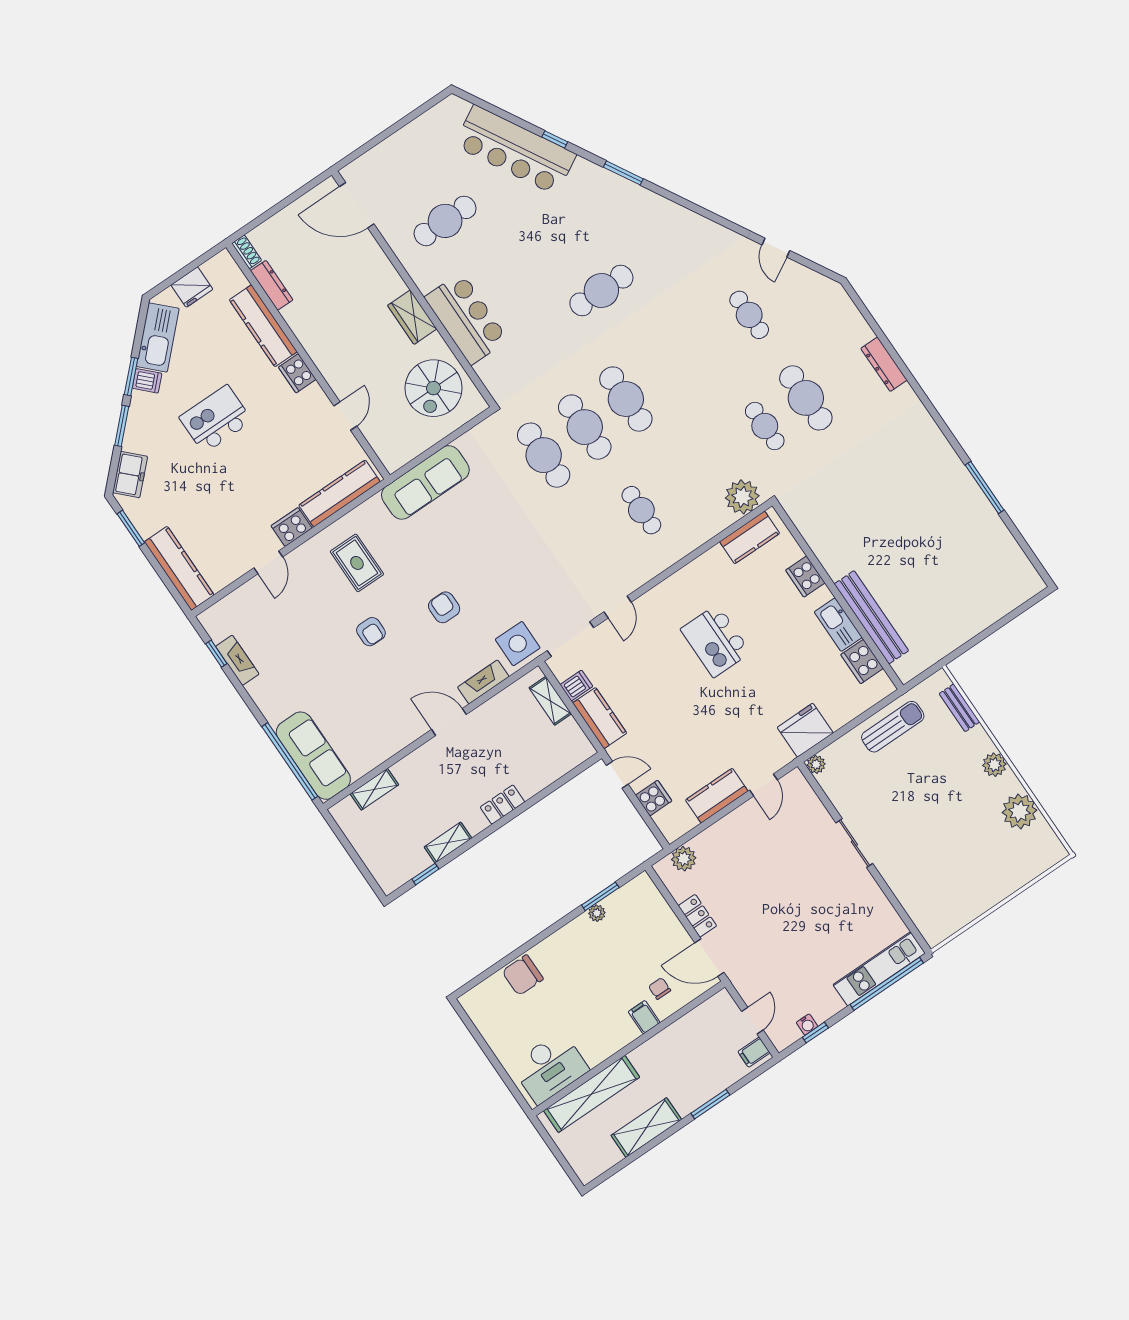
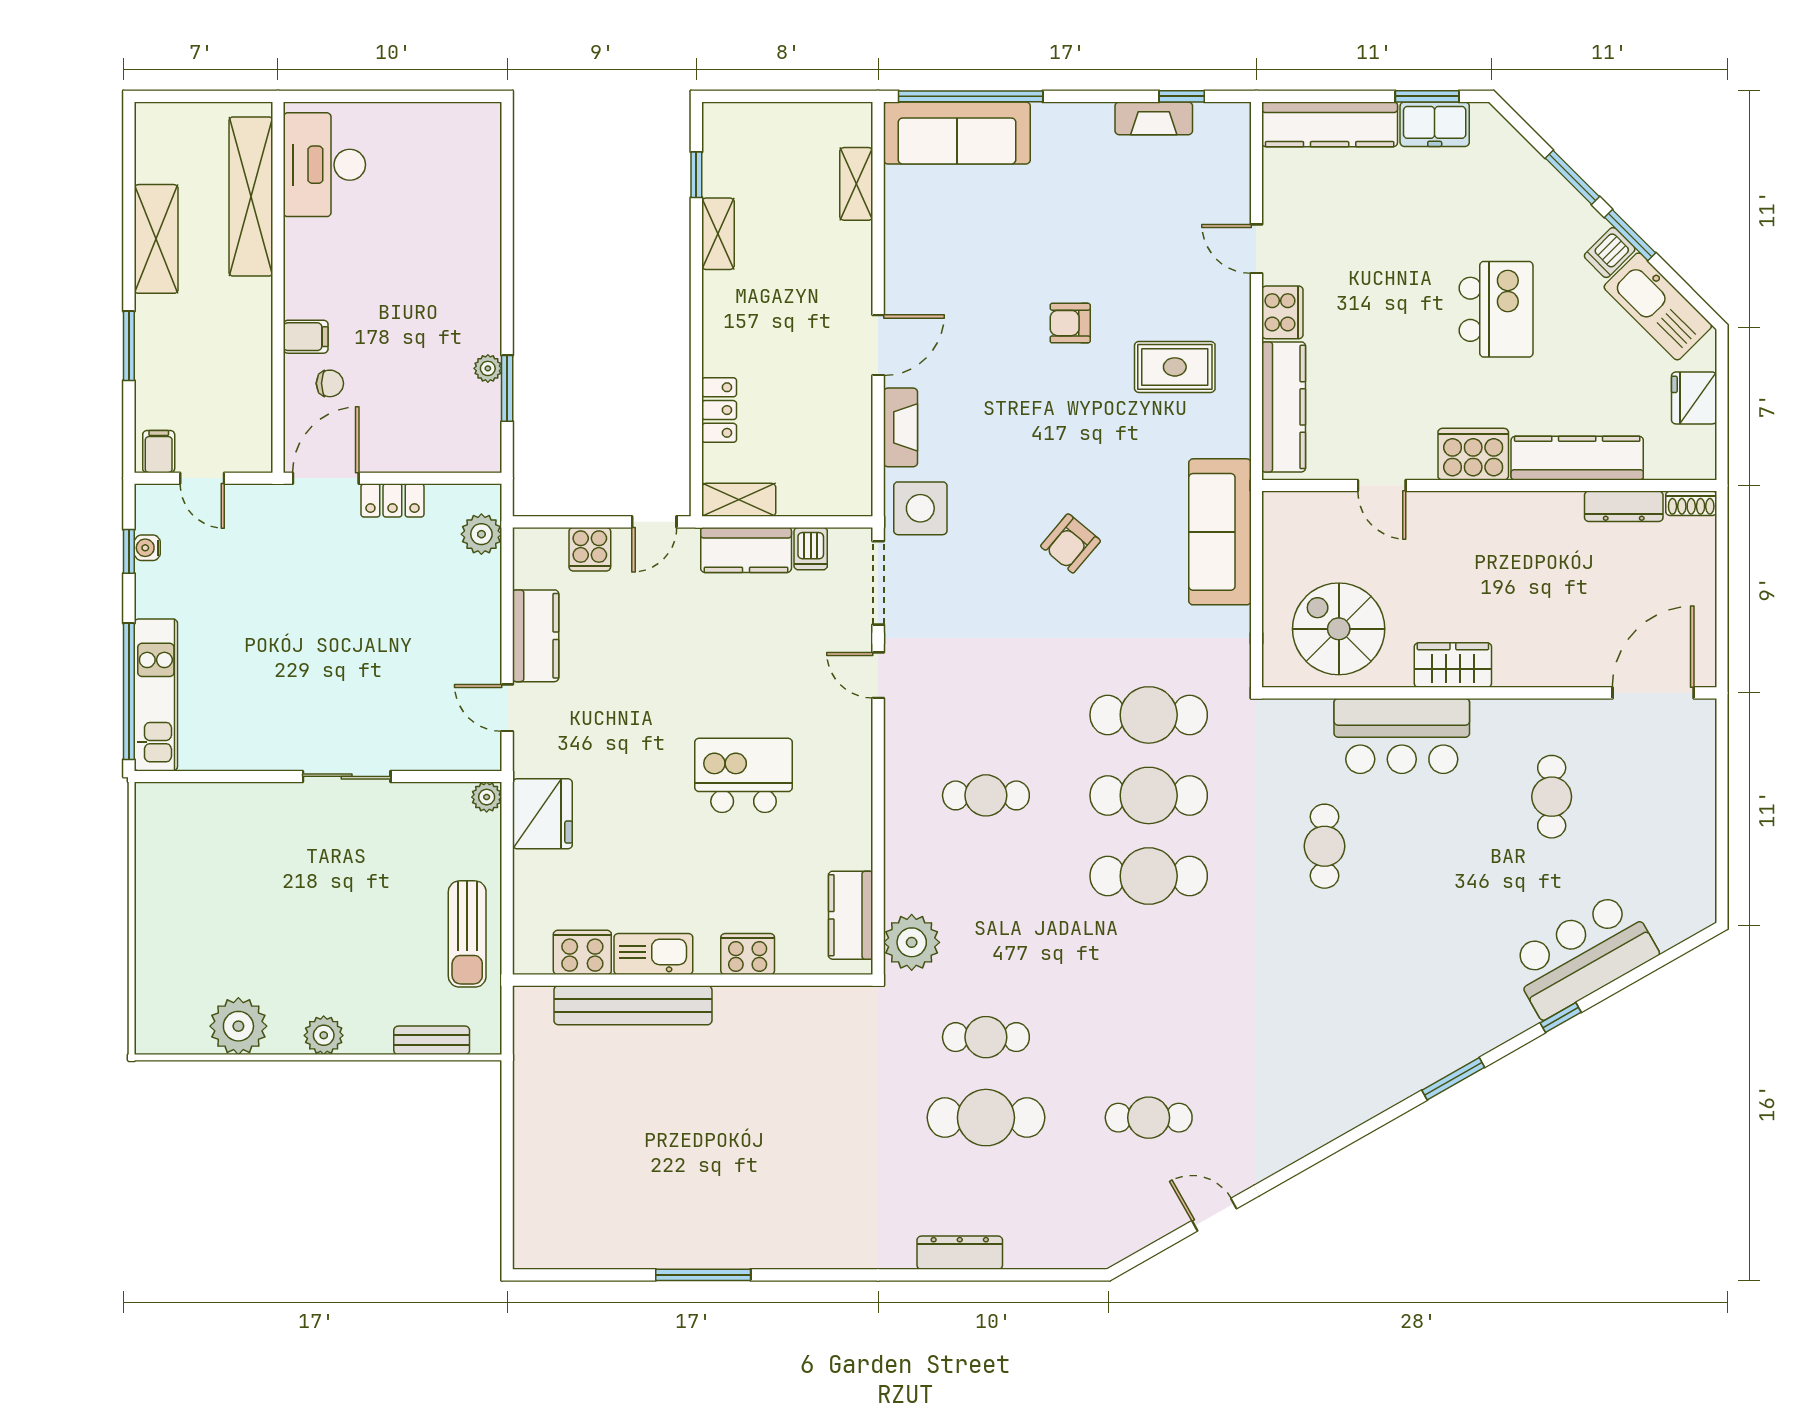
bar counter: (515, 150) -> (1583, 955), width x0.73
cafe table: (445, 221) -> (1552, 797), width x0.73, depth x0.74
cafe table: (601, 290) -> (1324, 846), moved, width x0.73, depth x0.74
cooker: (297, 373) -> (1473, 454), width x1.37, depth x1.31
freezer: (130, 475) -> (1435, 124), moved, turned -45
armchair: (444, 607) -> (1071, 543), moved, turned 130
shelving: (550, 701) -> (739, 500), moved
locker: (502, 805) -> (719, 410), moved
chair: (523, 975) -> (473, 213), removed

